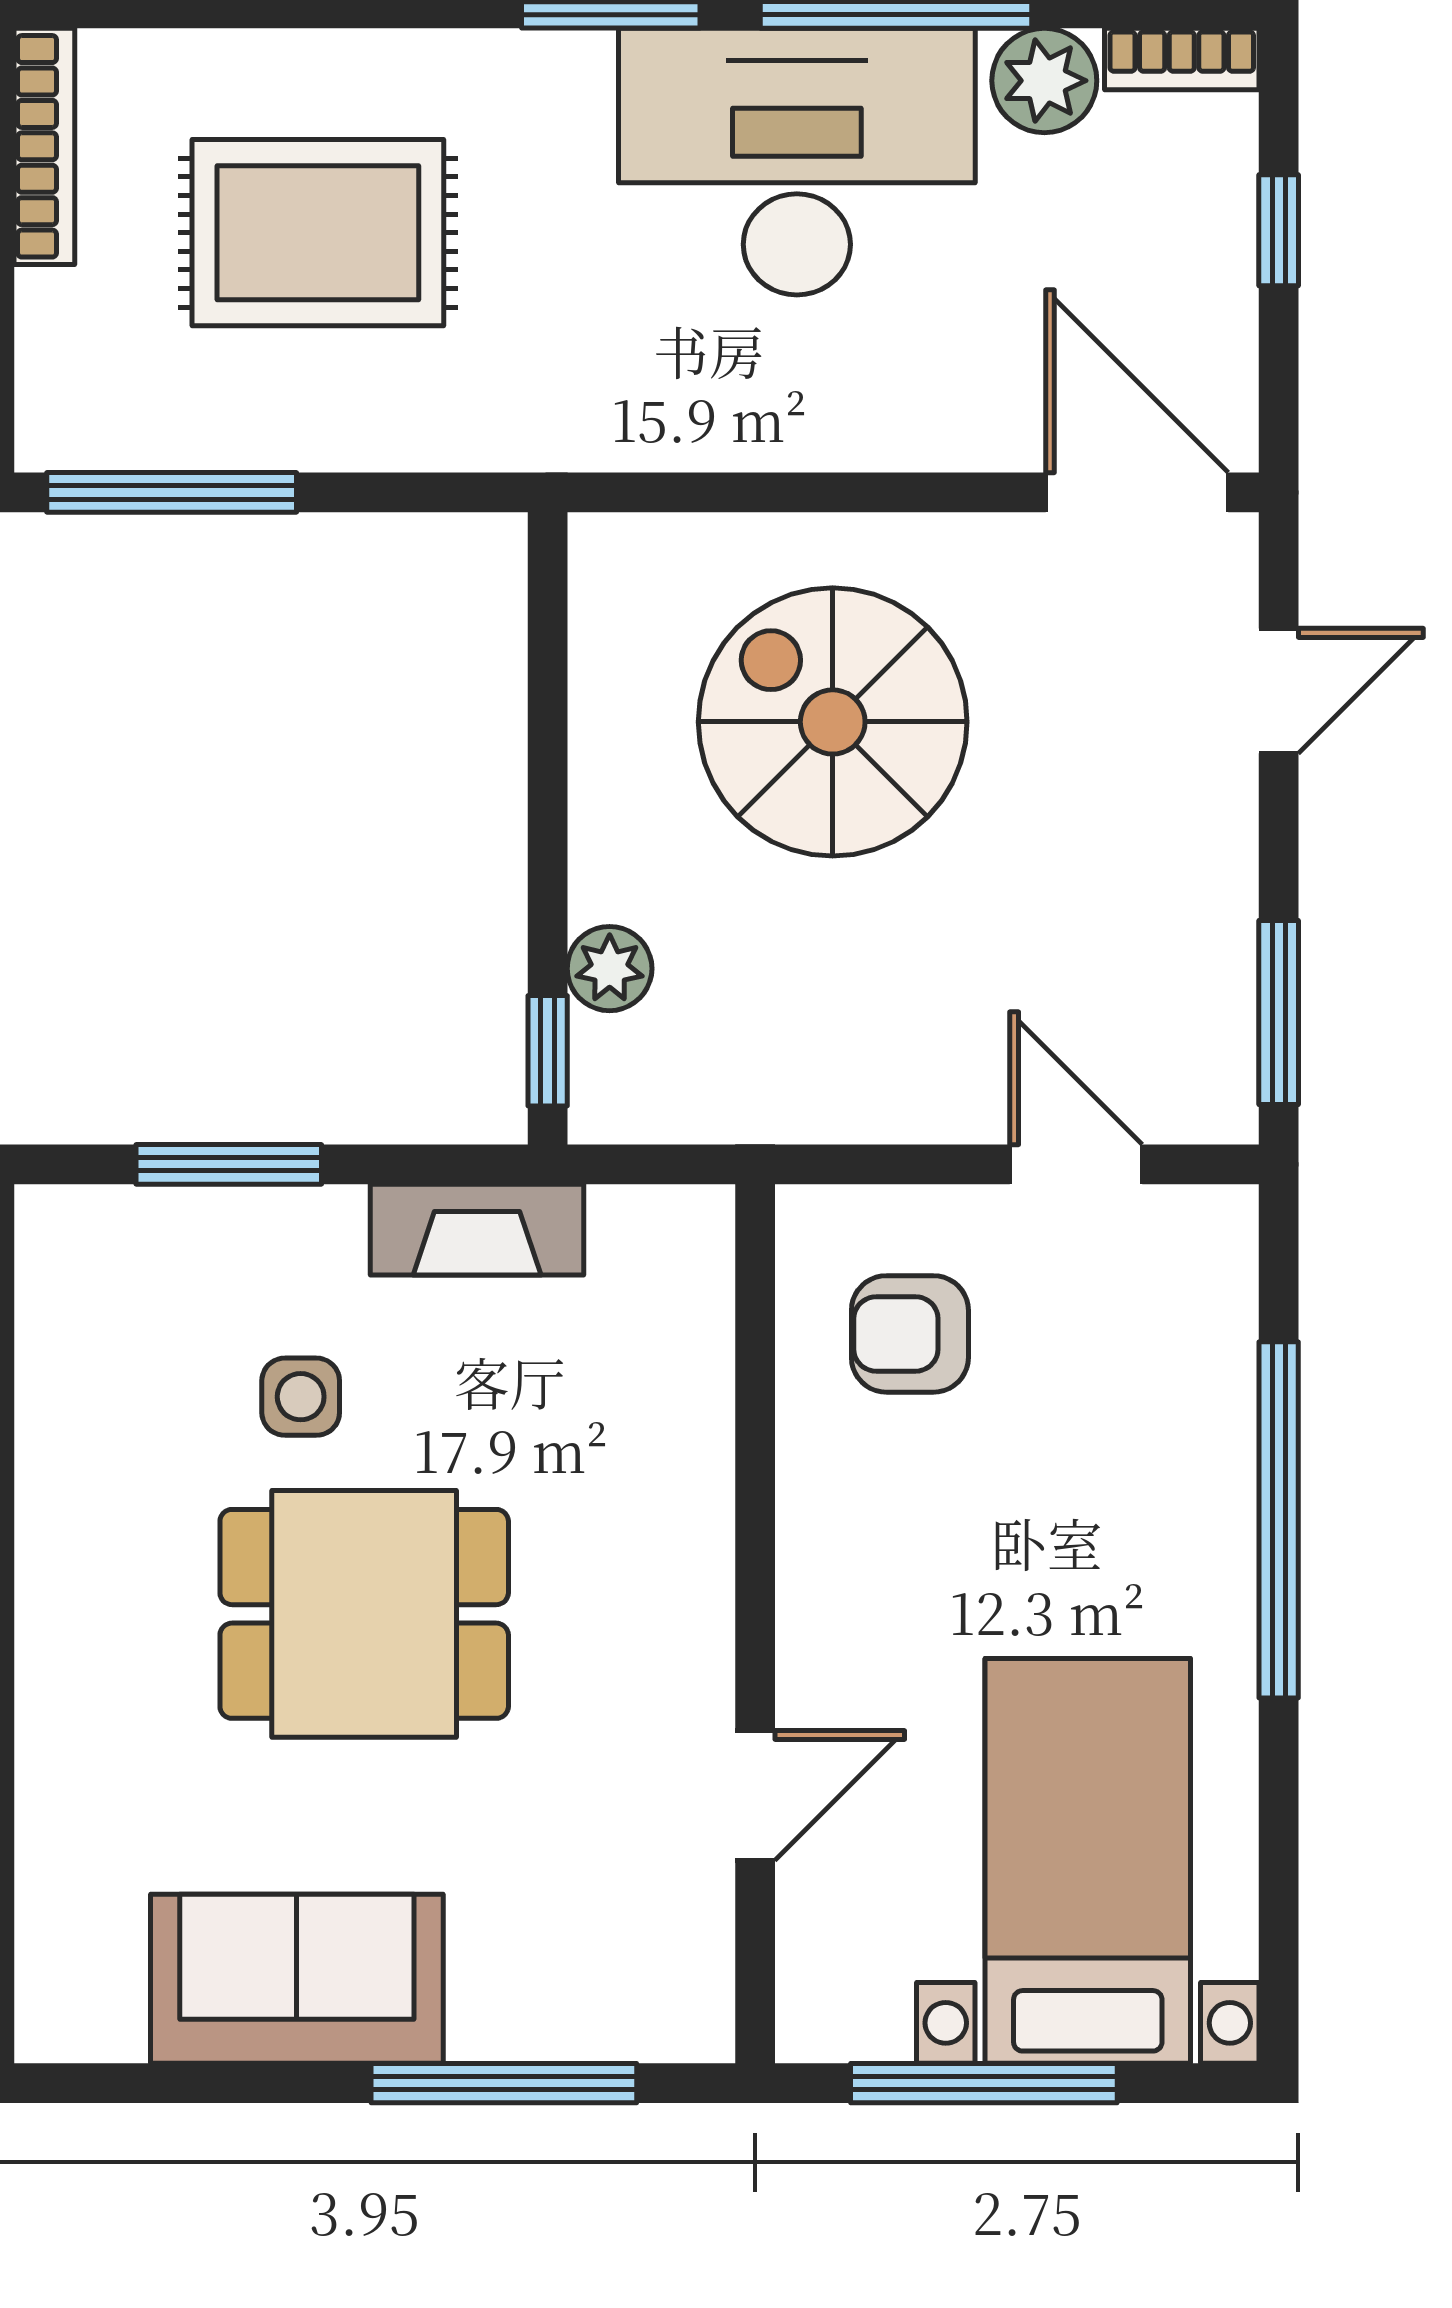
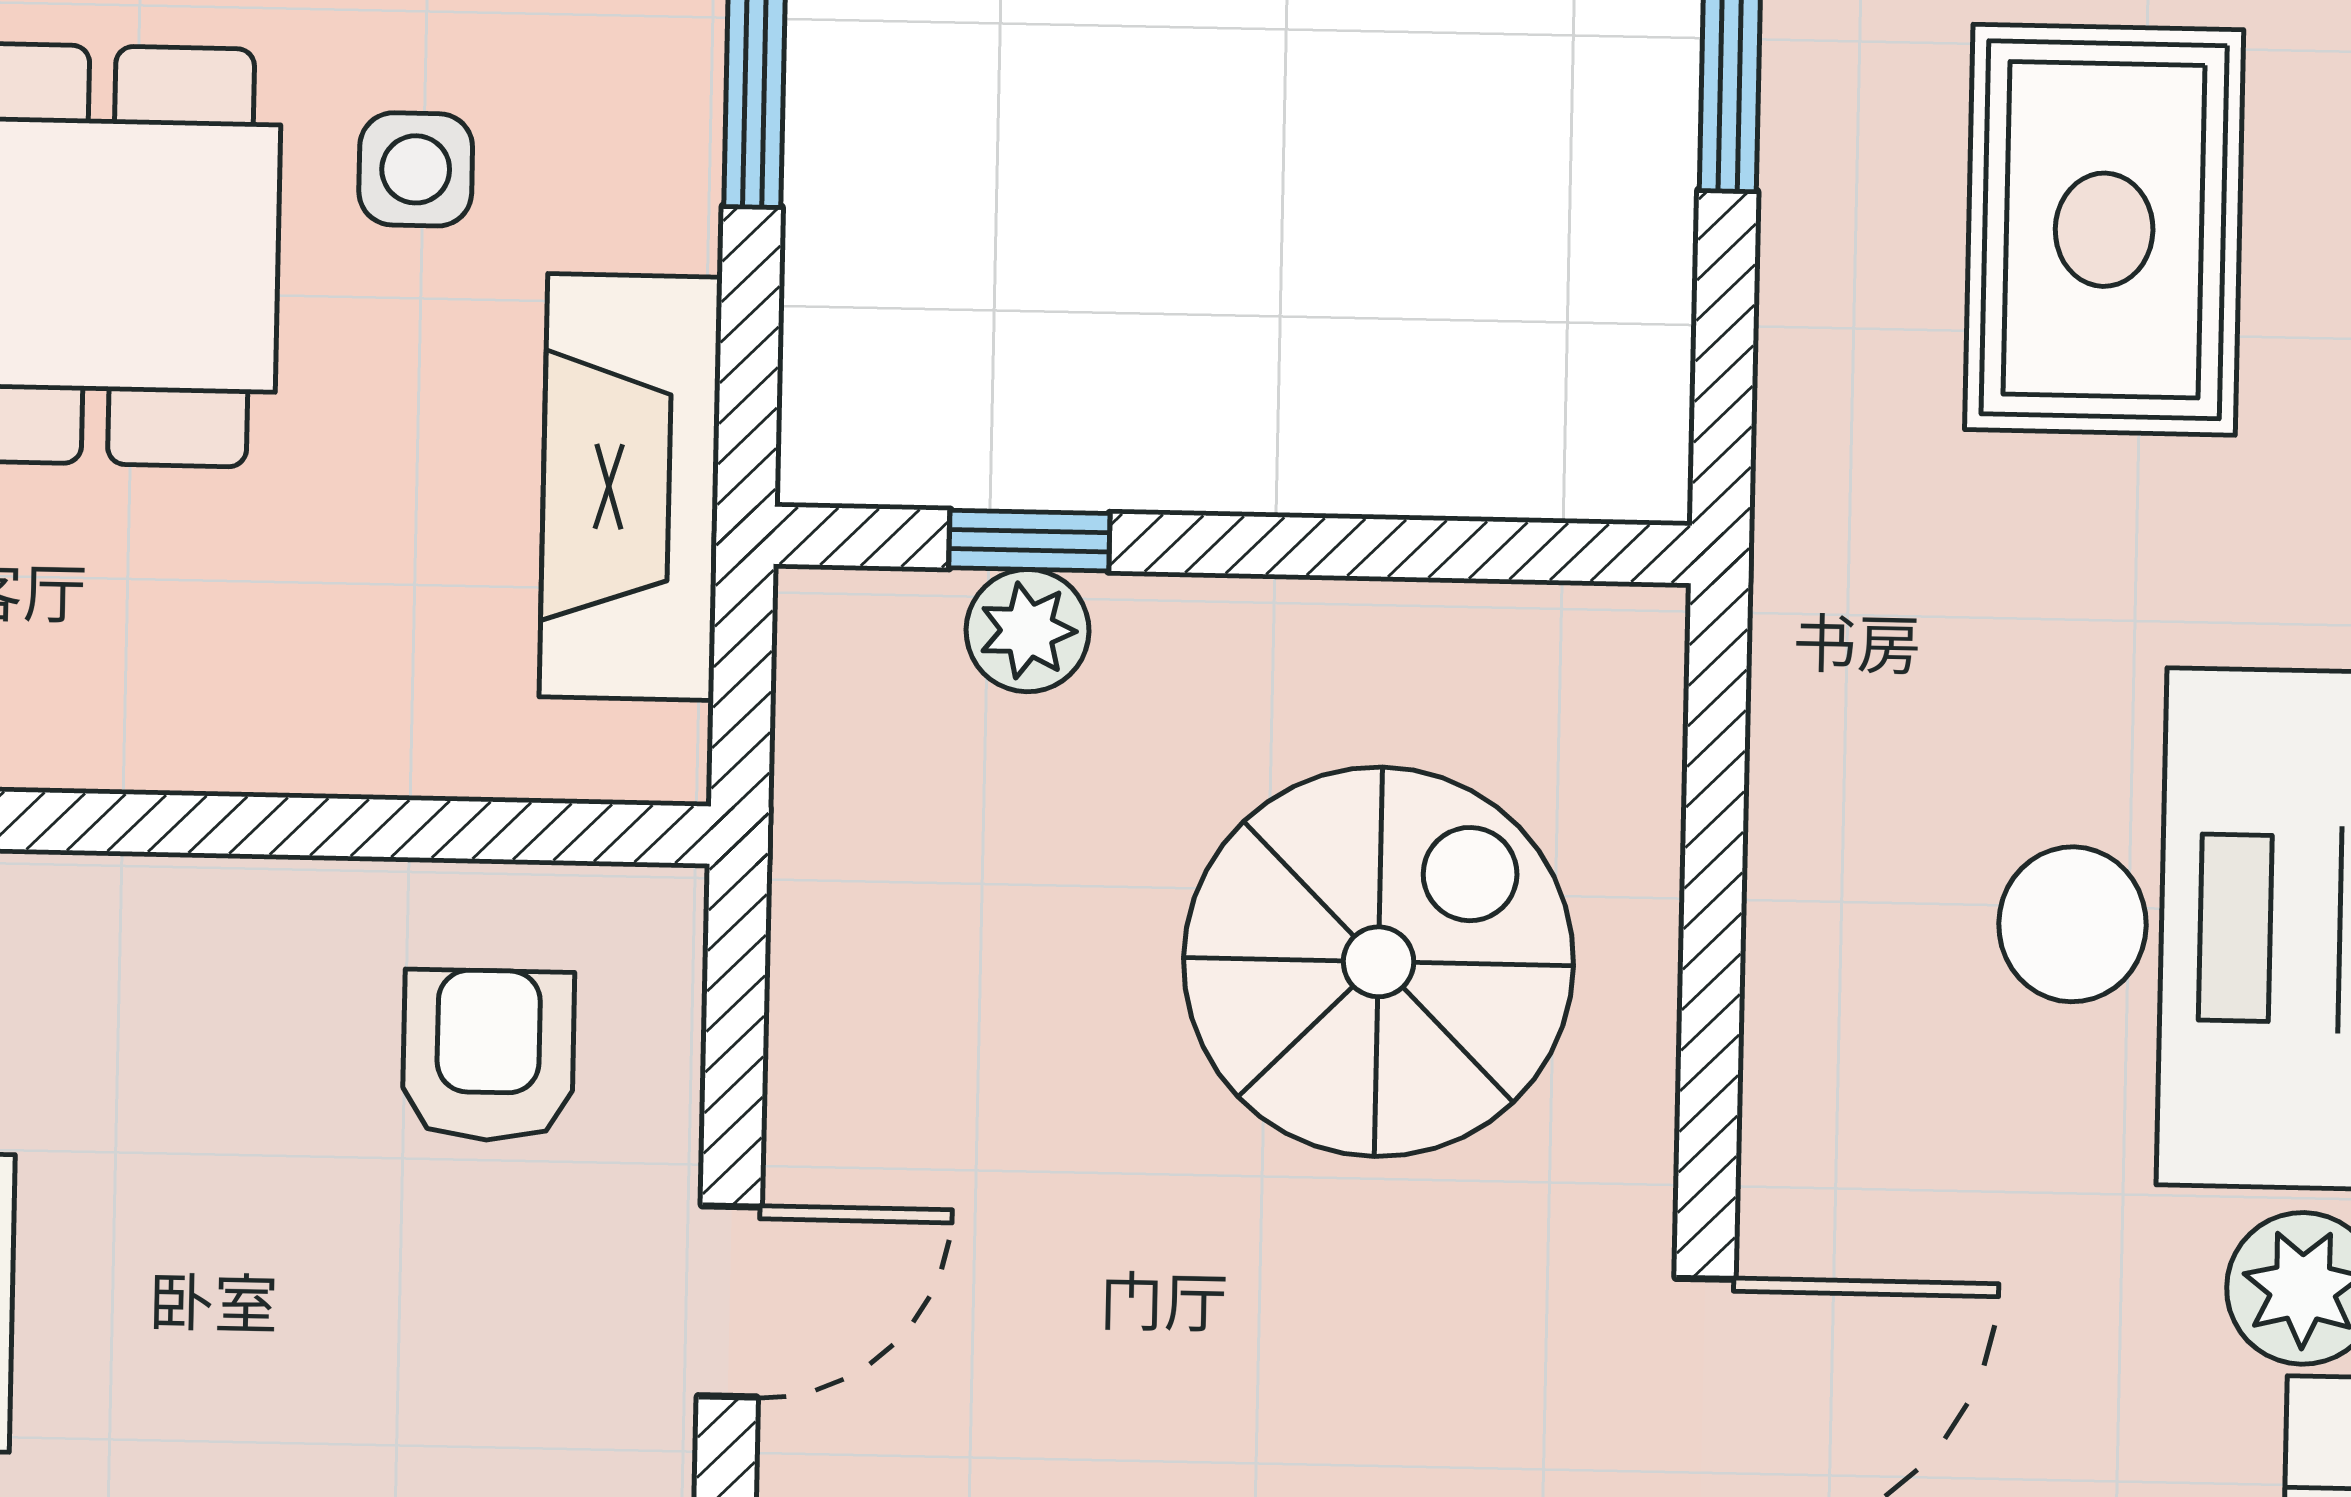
window: (548, 1051) -> (1029, 541), moved
fireplace: (477, 1230) -> (631, 487), width x1.37, depth x1.32

